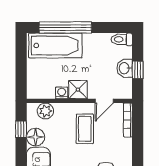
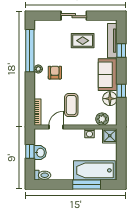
window: (65, 27) -> (87, 185), width x0.68
shower: (78, 90) -> (110, 136), moved
window: (21, 129) -> (121, 91), moved

